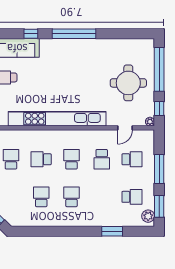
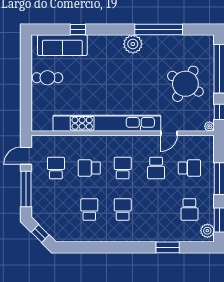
window: (74, 34) -> (159, 29), moved
plant: (81, 47) -> (133, 44), added
round table: (128, 83) -> (185, 84), turned 31
door: (125, 128) -> (169, 133), moved
school desk: (132, 197) -> (189, 209), turned 90

